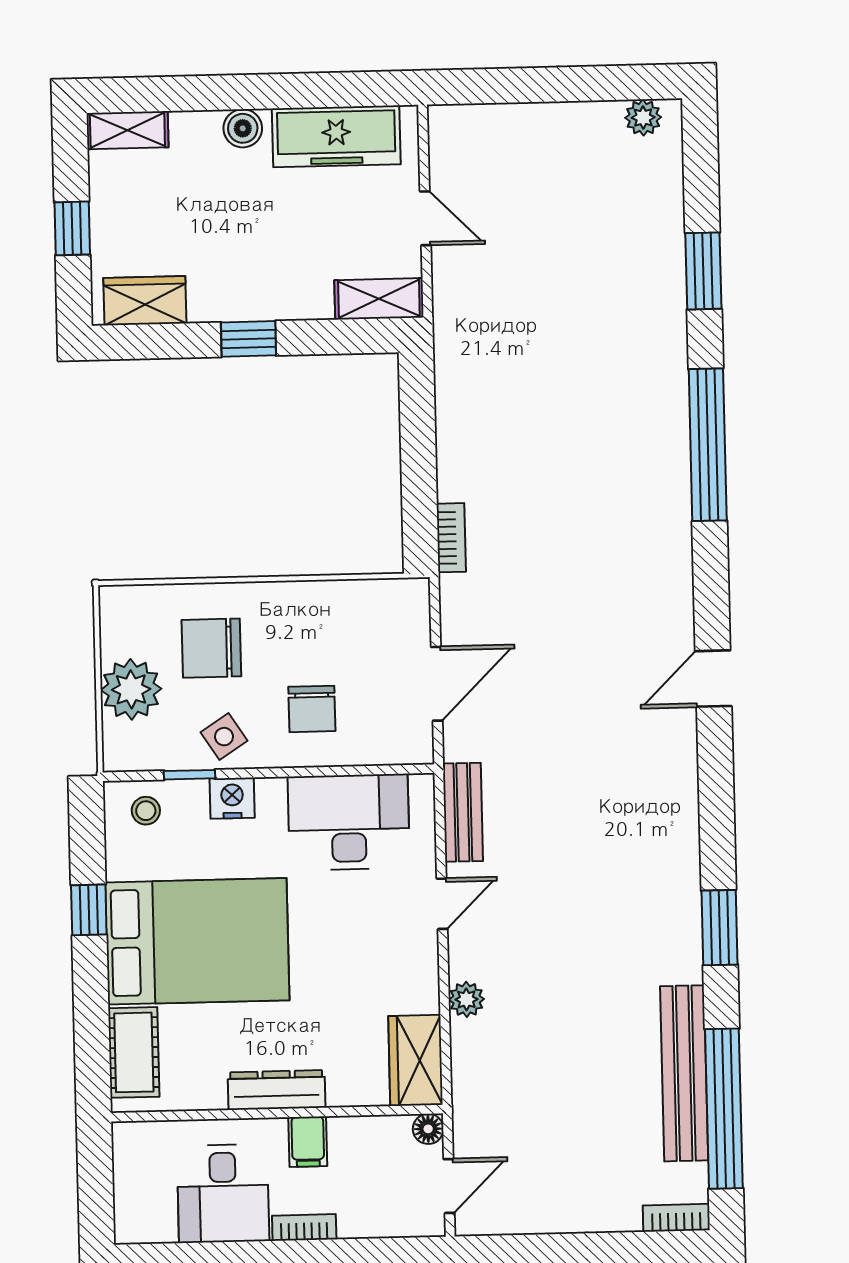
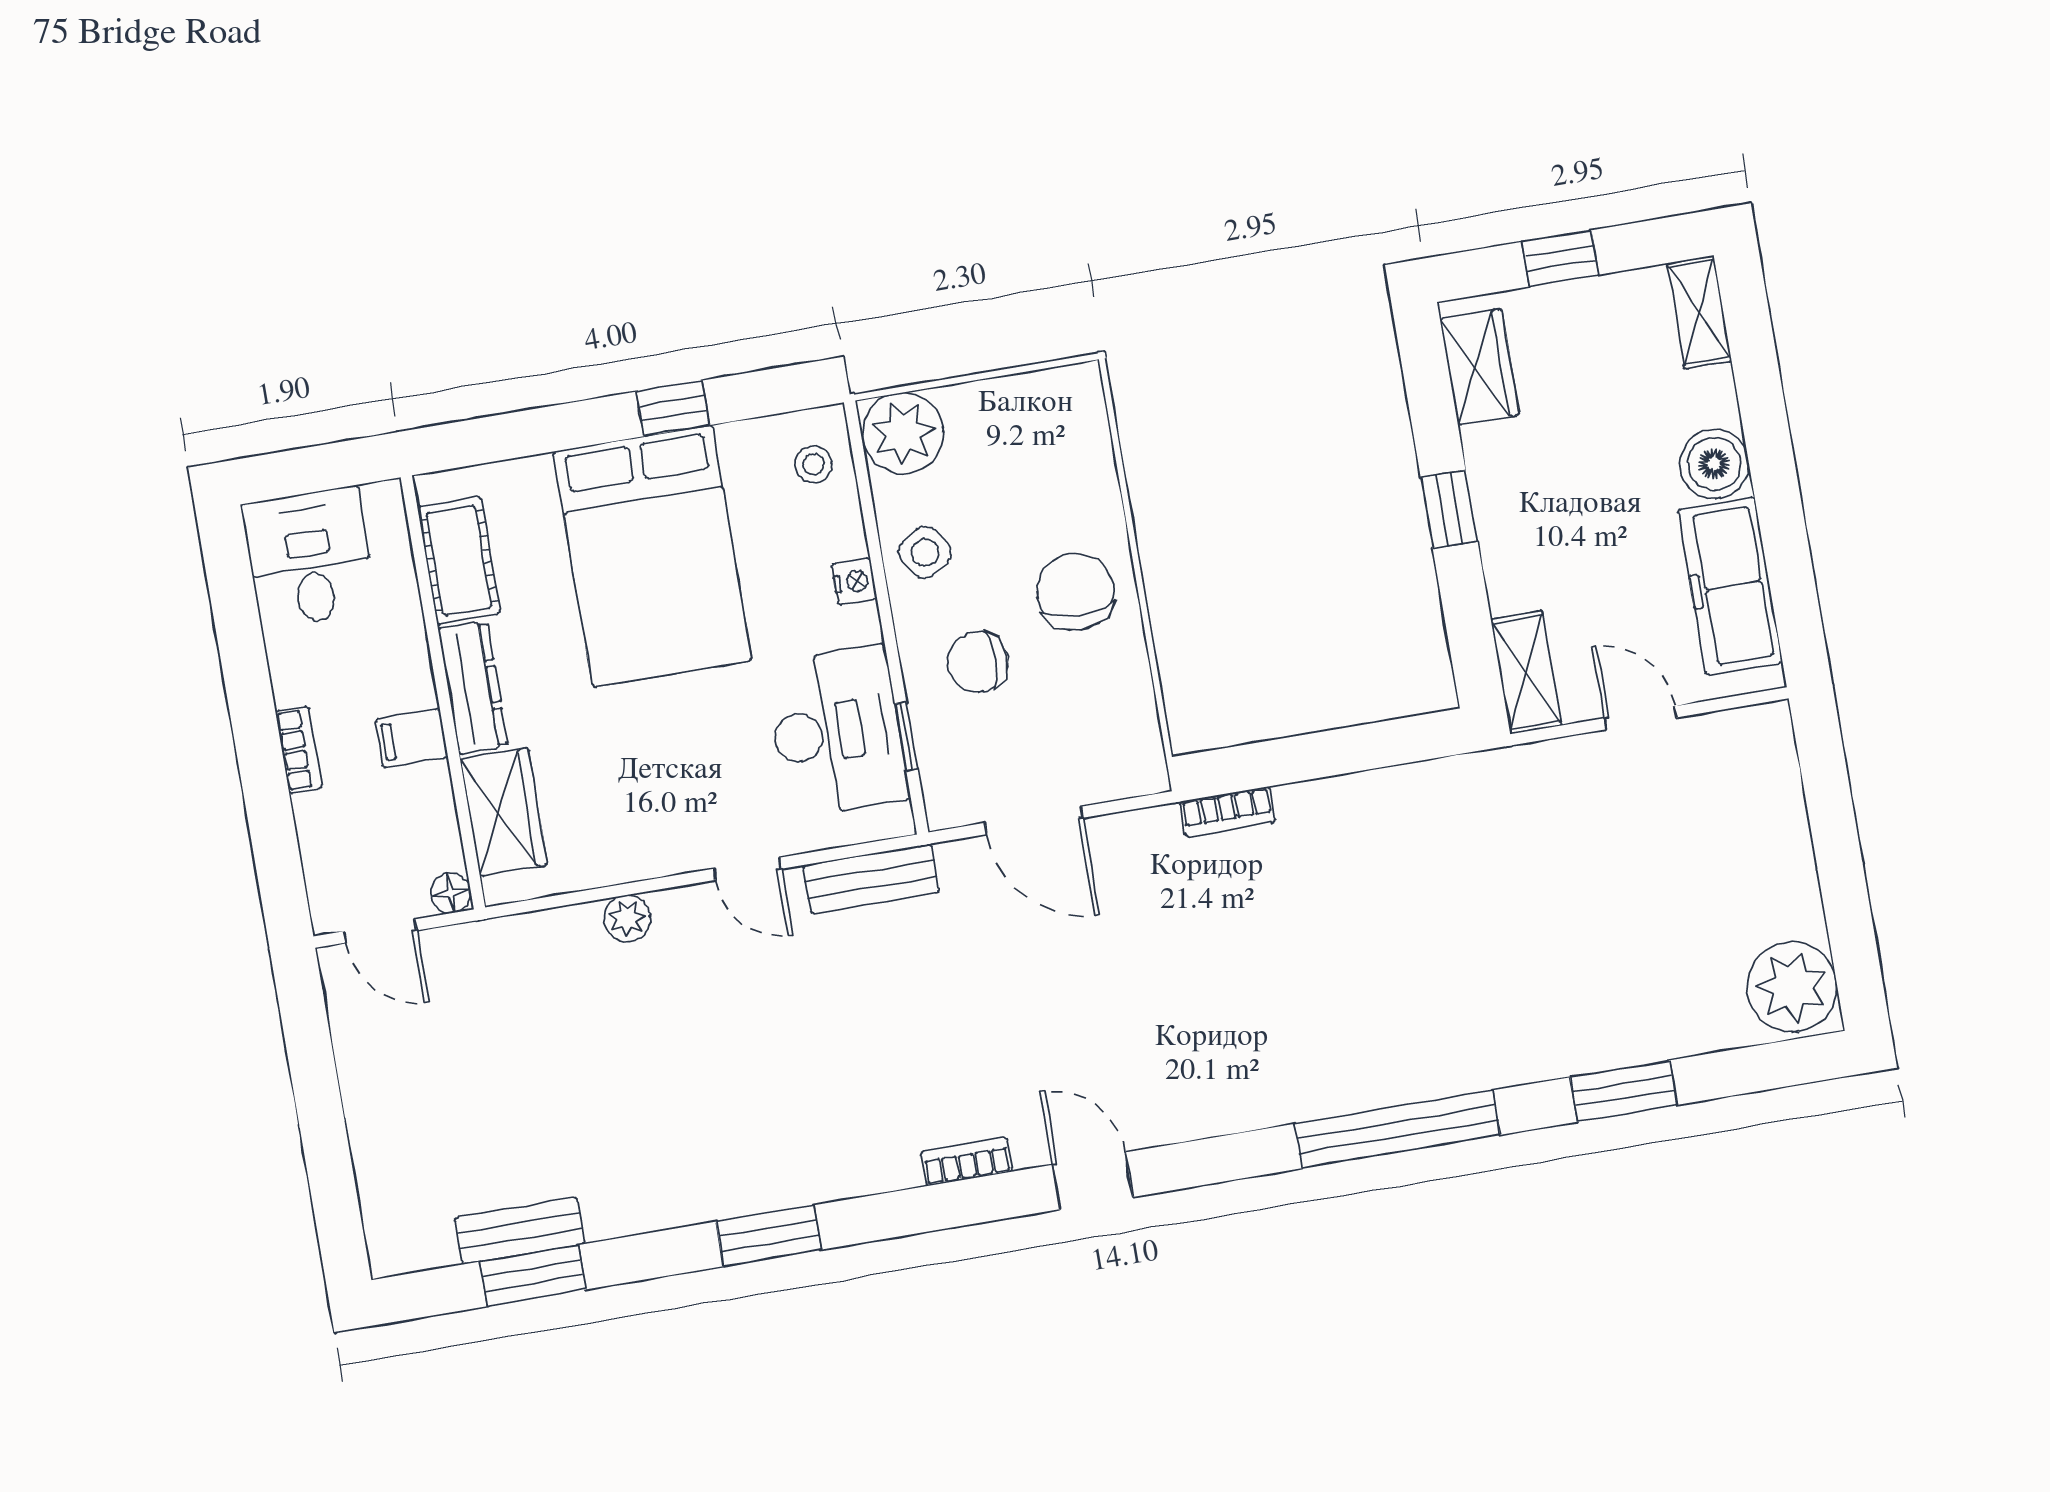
plant: (643, 118) -> (1792, 987), width x1.88, depth x1.88
boiler: (243, 128) -> (1714, 464), width x1.36, depth x1.36
door: (425, 218) -> (1640, 718), swing flipped
chair: (211, 648) -> (1075, 592), moved
plant: (131, 689) -> (903, 433), moved
window: (190, 775) -> (906, 736), moved
nightstand: (232, 798) -> (854, 581), width x0.72, depth x0.74
cot: (134, 1052) -> (459, 560), moved, turned 90
wardrobe: (416, 1060) -> (504, 812), moved, turned 90
bench: (684, 1073) -> (520, 1231), width x0.54, depth x0.82
window: (724, 1109) -> (533, 1276), width x0.47
desk: (223, 1194) -> (309, 558), moved, turned 90
bookcase: (676, 1218) -> (967, 1162), moved, turned -90

